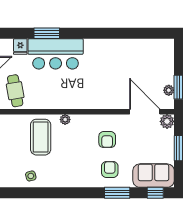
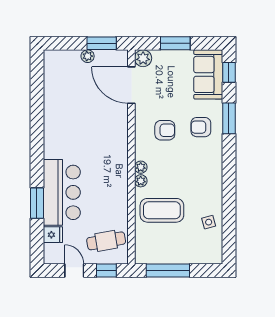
plant: (169, 90) -> (88, 56), moved
door: (145, 112) -> (131, 85), hinge flipped
plant: (76, 120) -> (141, 167), added

